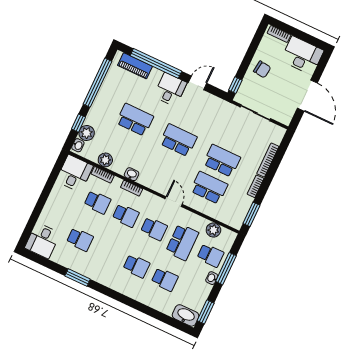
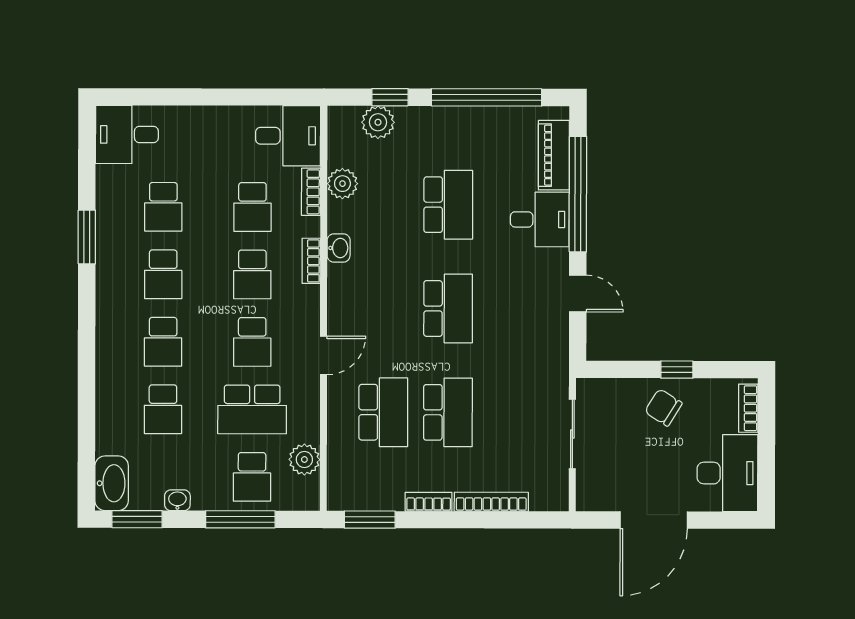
chair: (262, 69) -> (663, 407), turned 115
window: (235, 85) -> (677, 370), moved
desk: (170, 89) -> (540, 219), moved
washbasin: (78, 145) -> (346, 116), removed
school desk: (108, 253) -> (163, 274), added
washbasin: (212, 278) -> (177, 500), moved

